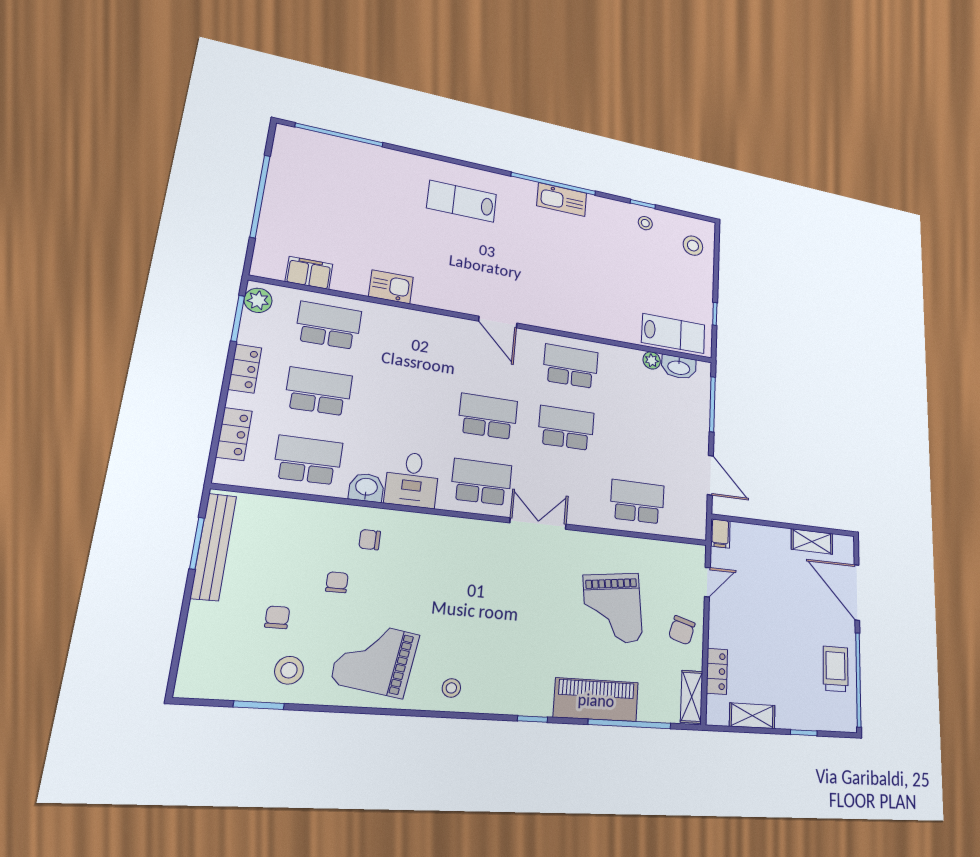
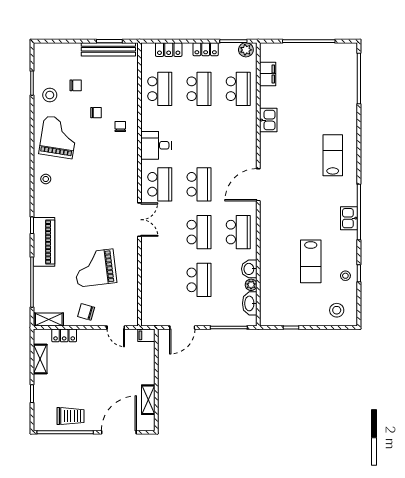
kitchen sink: (562, 199) -> (349, 218), width x0.73
door: (498, 322) -> (258, 185), width x1.36
lab bench: (673, 334) -> (311, 261), moved
washbasin: (366, 487) -> (249, 269), moved, turned 180
school desk: (637, 502) -> (199, 280), moved
piano: (596, 700) -> (44, 242), moved

